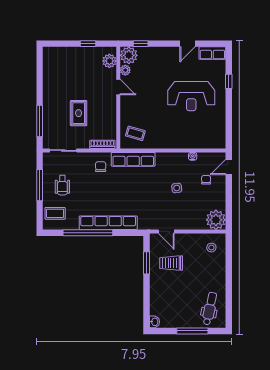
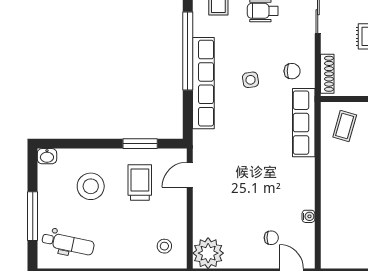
side table: (177, 188) -> (251, 80), moved
stool: (174, 294) -> (91, 186), added

